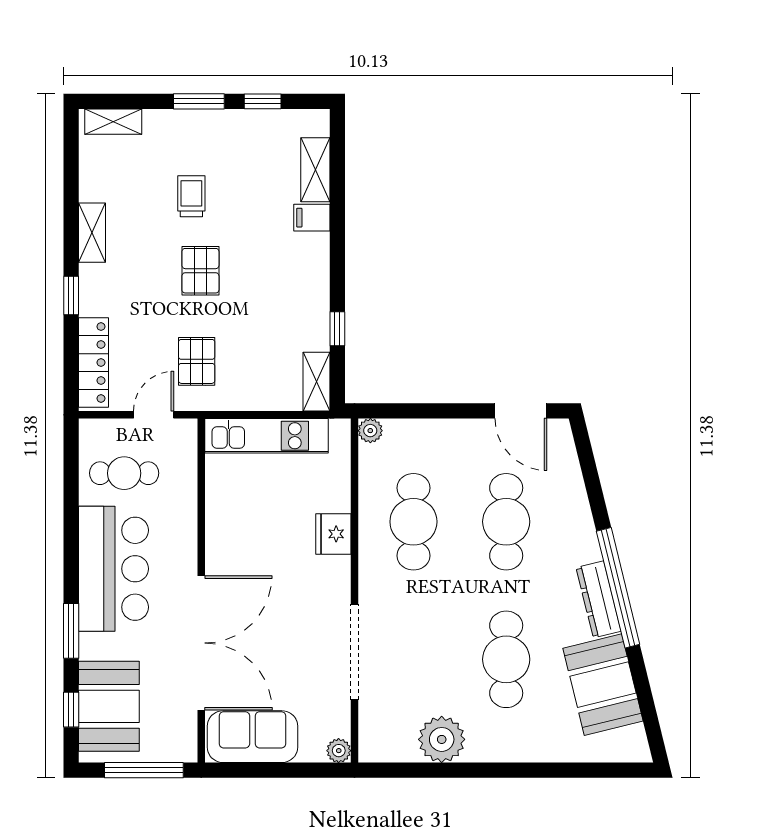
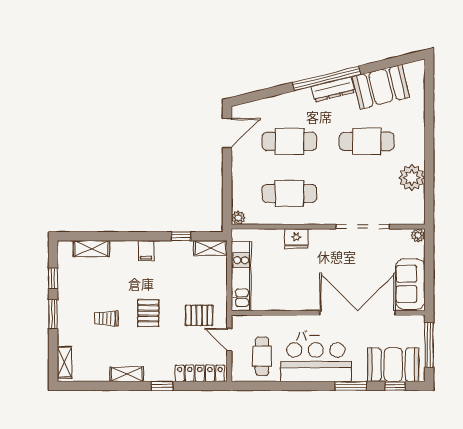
filing cabinet: (312, 218) -> (146, 251), moved
pallet: (200, 271) -> (148, 313), turned 90

